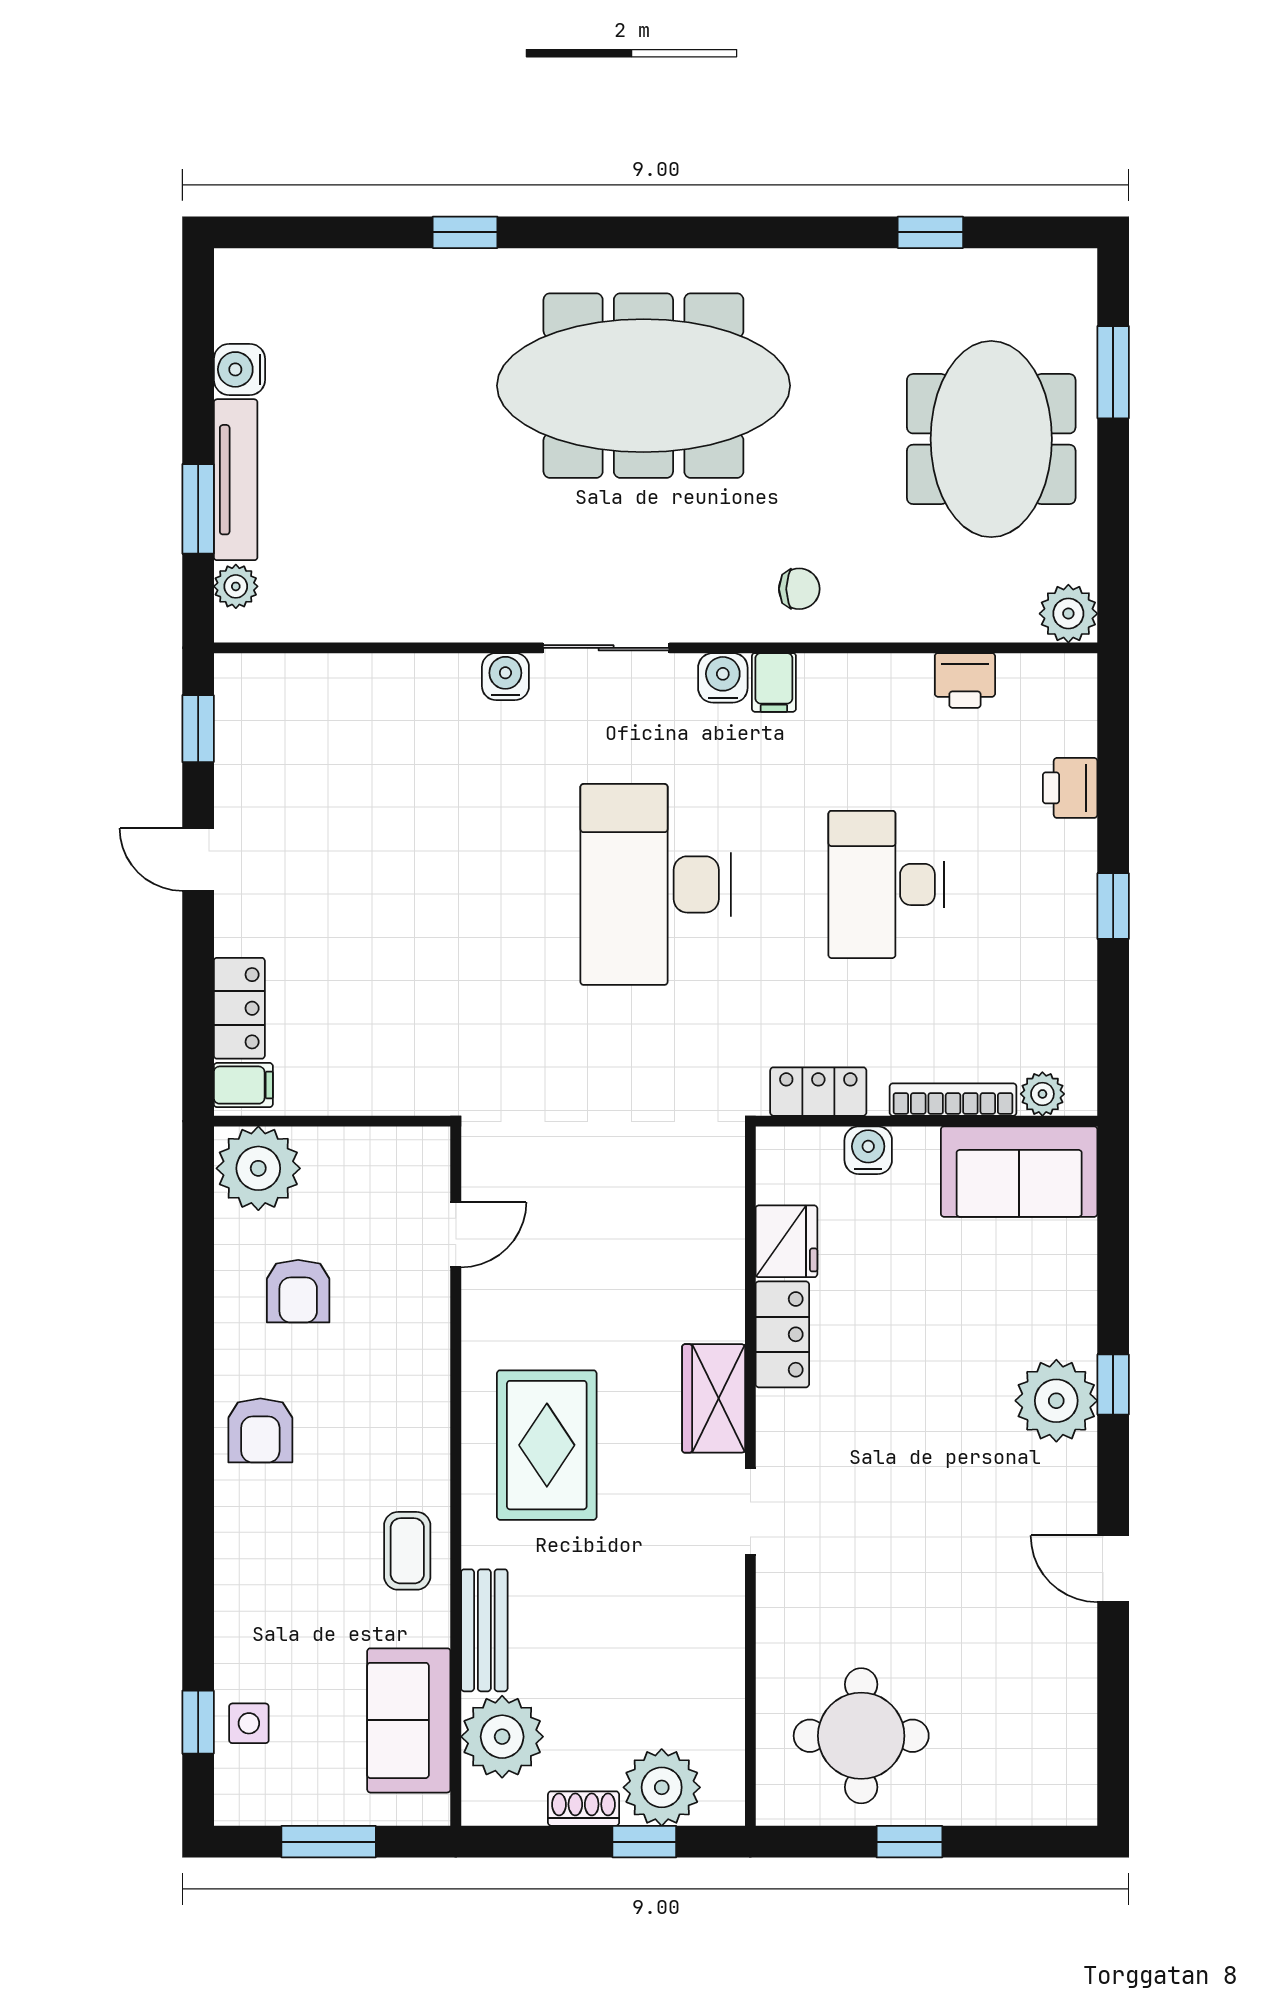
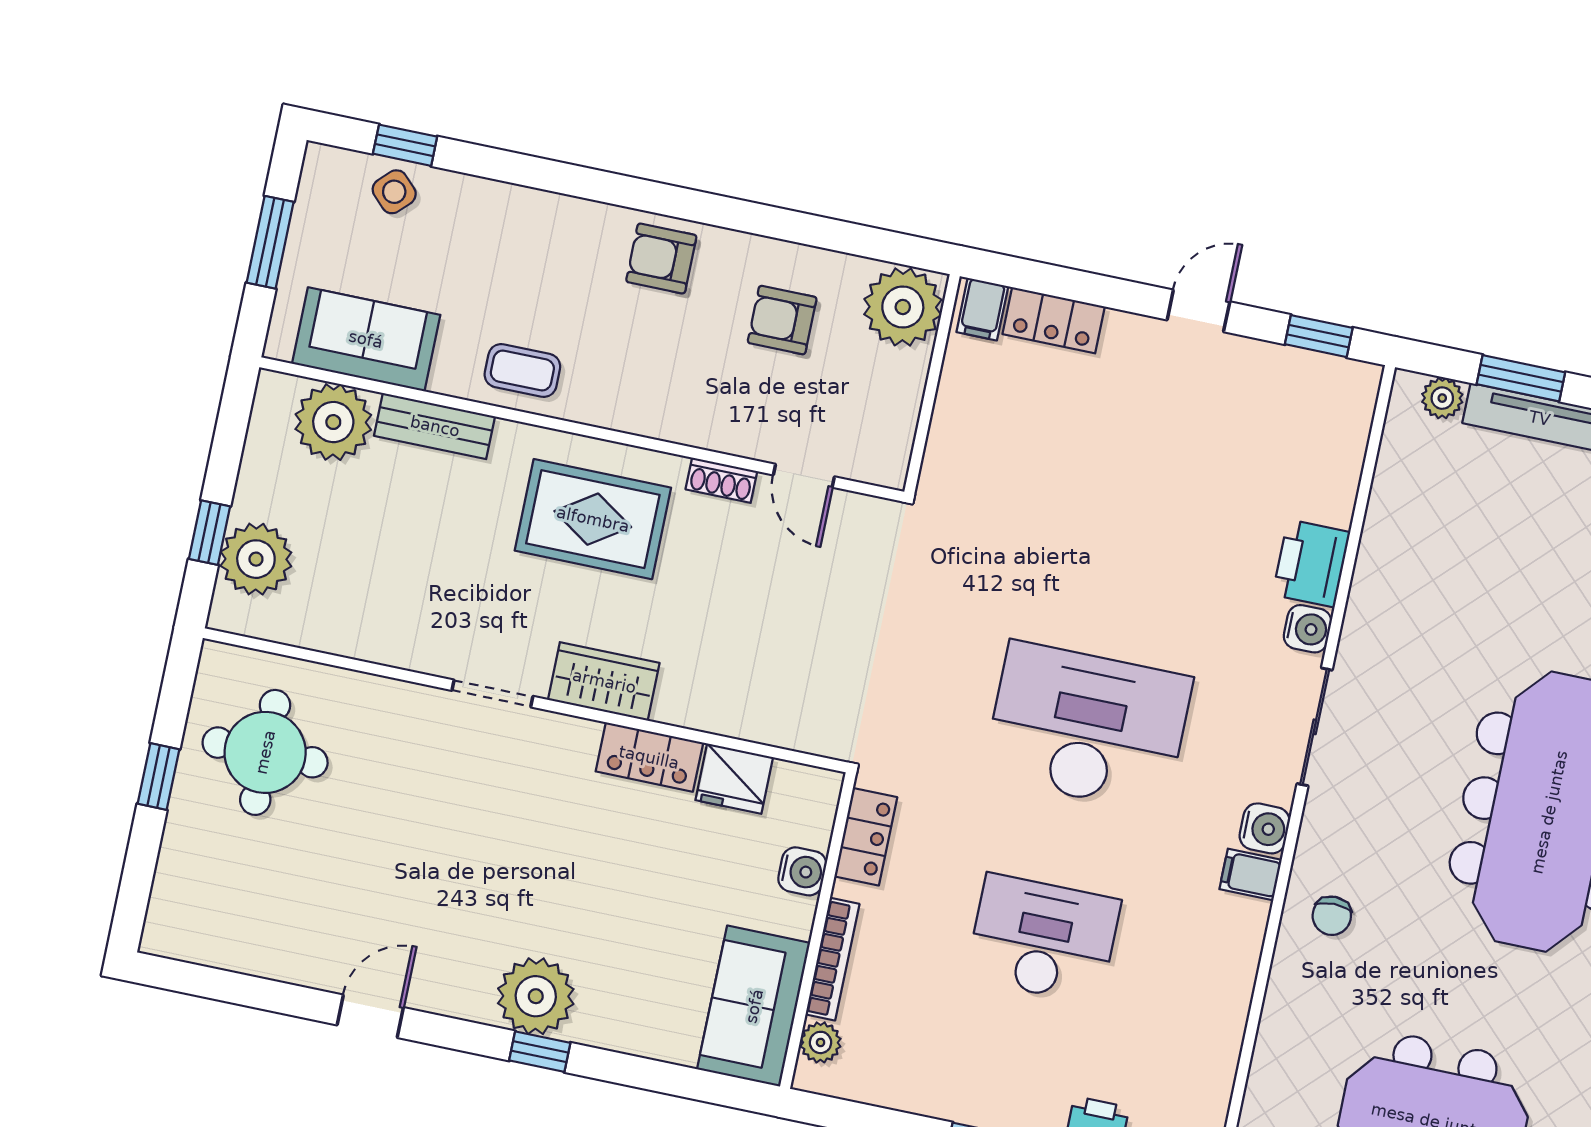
printer: (965, 680) -> (1311, 563), moved, width x1.36, depth x1.24
side table: (249, 1723) -> (394, 192), turned 45
shoe rack: (584, 1809) -> (721, 480), moved, turned 90

